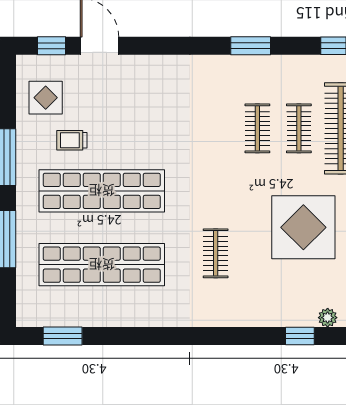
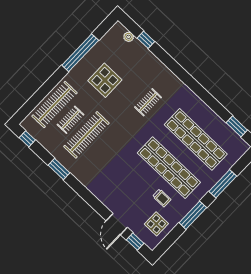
clothes rail: (257, 128) -> (86, 135), width x1.86, depth x1.31
display table: (303, 227) -> (105, 80), width x0.73, depth x0.73

